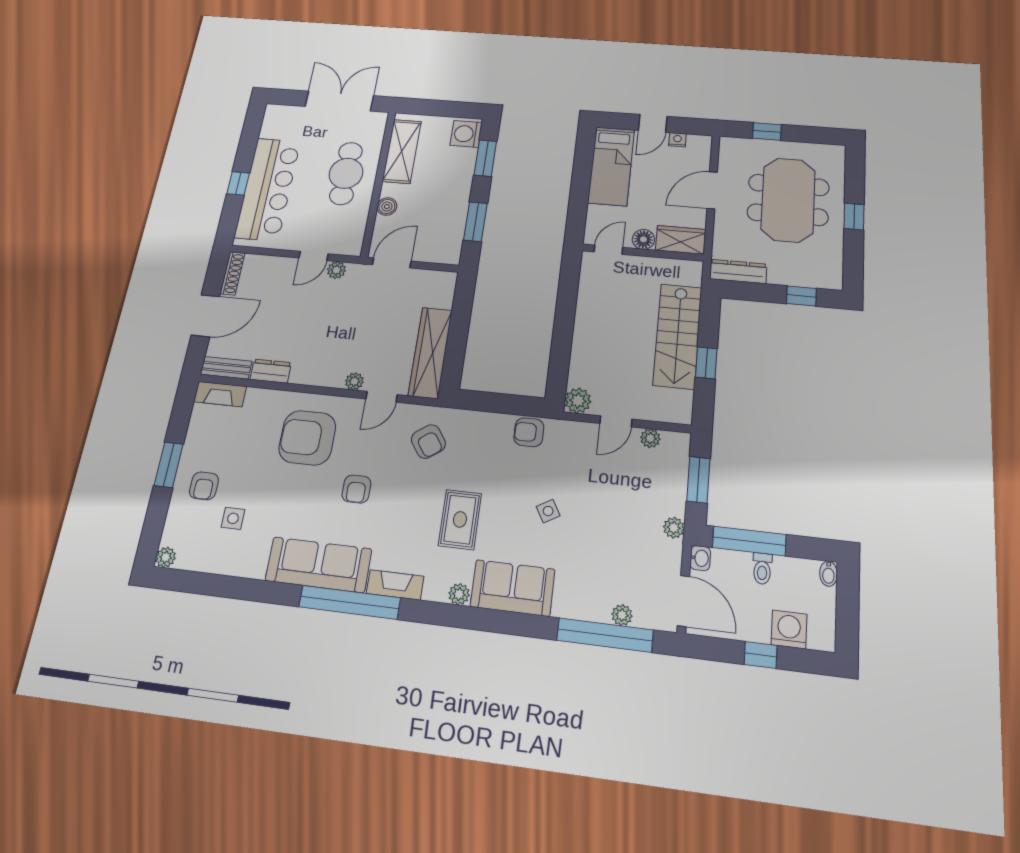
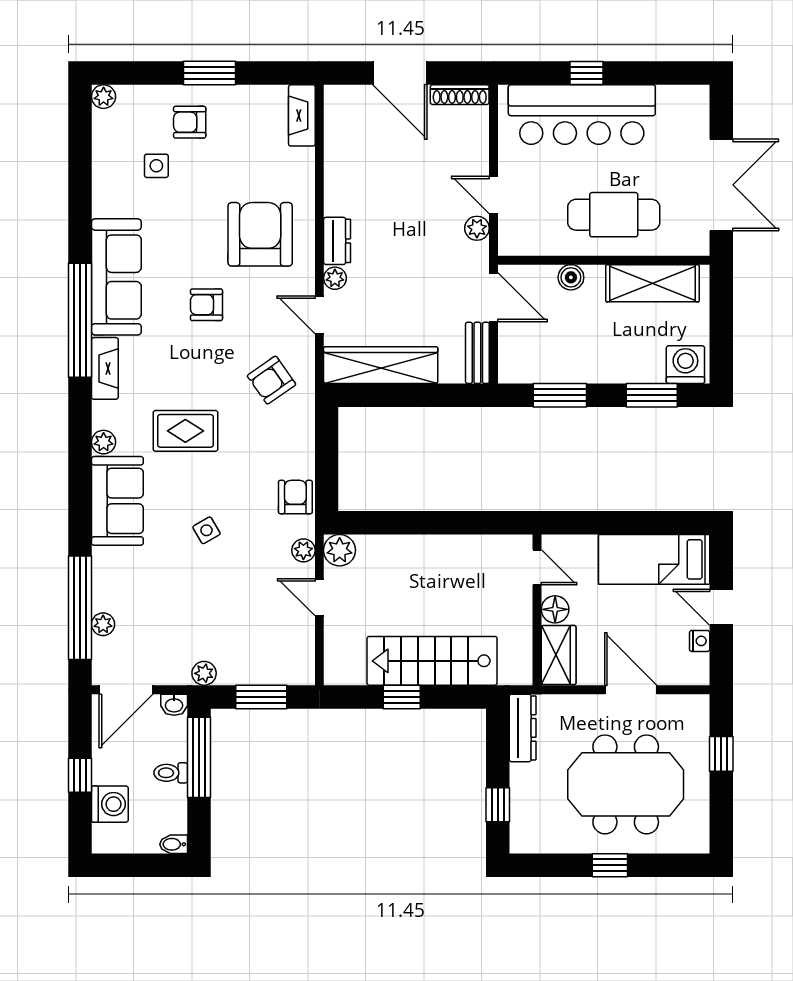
bench: (226, 368) -> (477, 353), moved
dresser: (271, 371) -> (337, 241), moved
plant: (650, 438) -> (303, 550), moved

